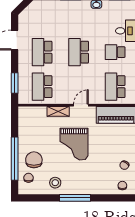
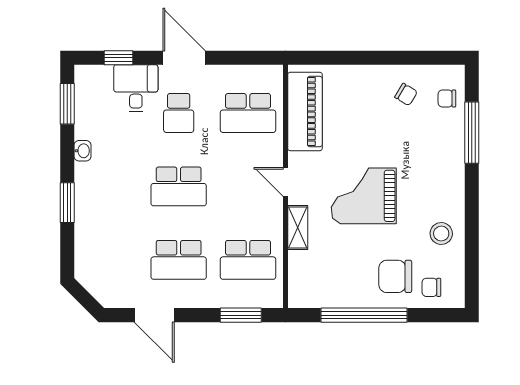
grand piano: (74, 144) -> (364, 196), turned 180
window: (15, 159) -> (364, 315), moved
window: (75, 198) -> (472, 133), moved

